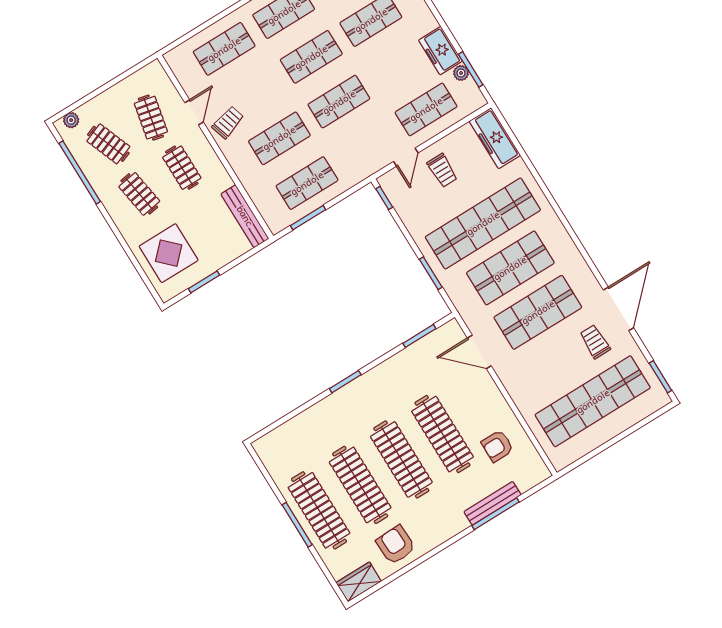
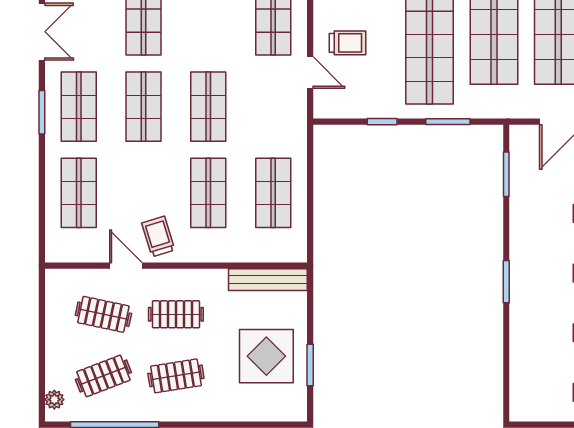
window: (384, 198) -> (382, 122), moved
window: (308, 218) -> (310, 214), removed
display table: (169, 253) -> (266, 356), moved

